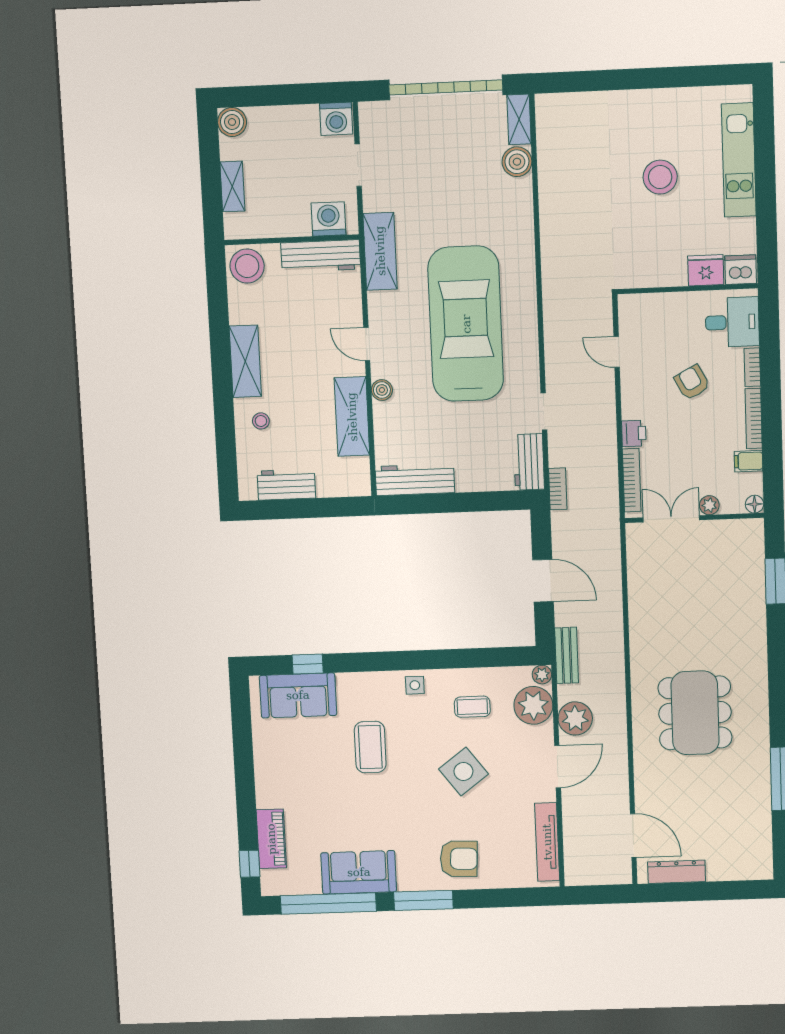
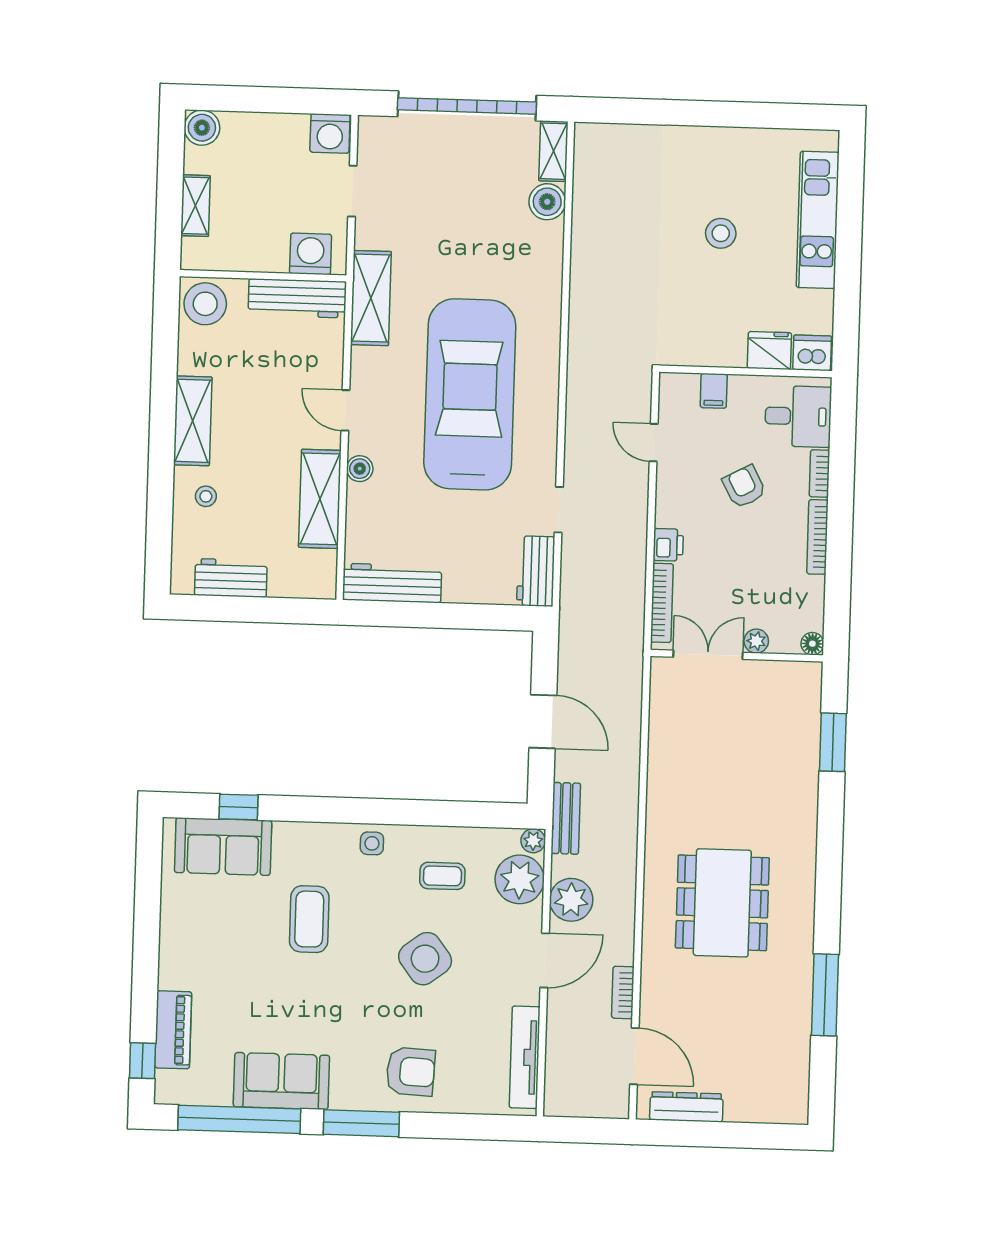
stool: (660, 177) -> (721, 233), width x0.73, depth x0.73
filing cabinet: (749, 461) -> (714, 391), moved, turned -90
bookcase: (558, 489) -> (623, 992), moved, turned 180

